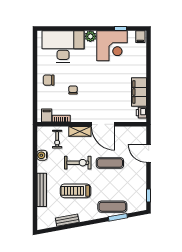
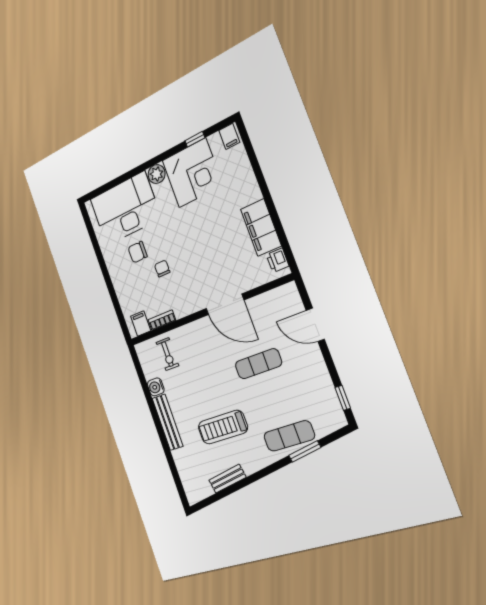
chair: (49, 80) -> (138, 252), moved
shelving: (80, 131) -> (195, 329), removed
exercise bike: (78, 163) -> (210, 381), removed
bench: (42, 190) -> (168, 422), moved

